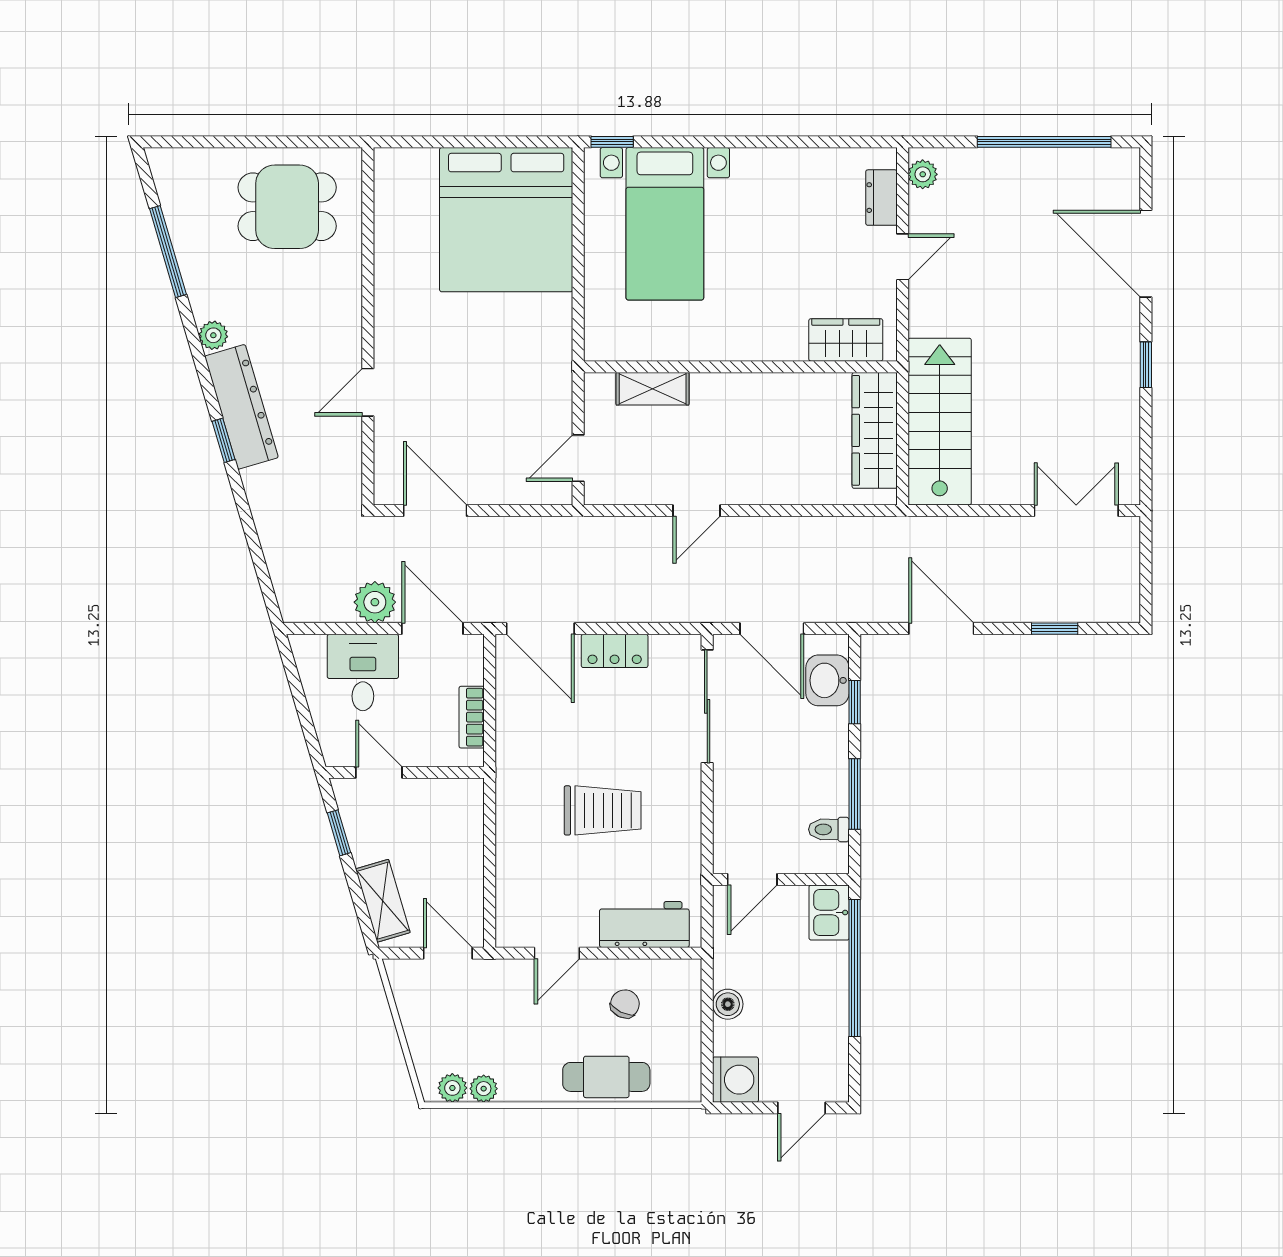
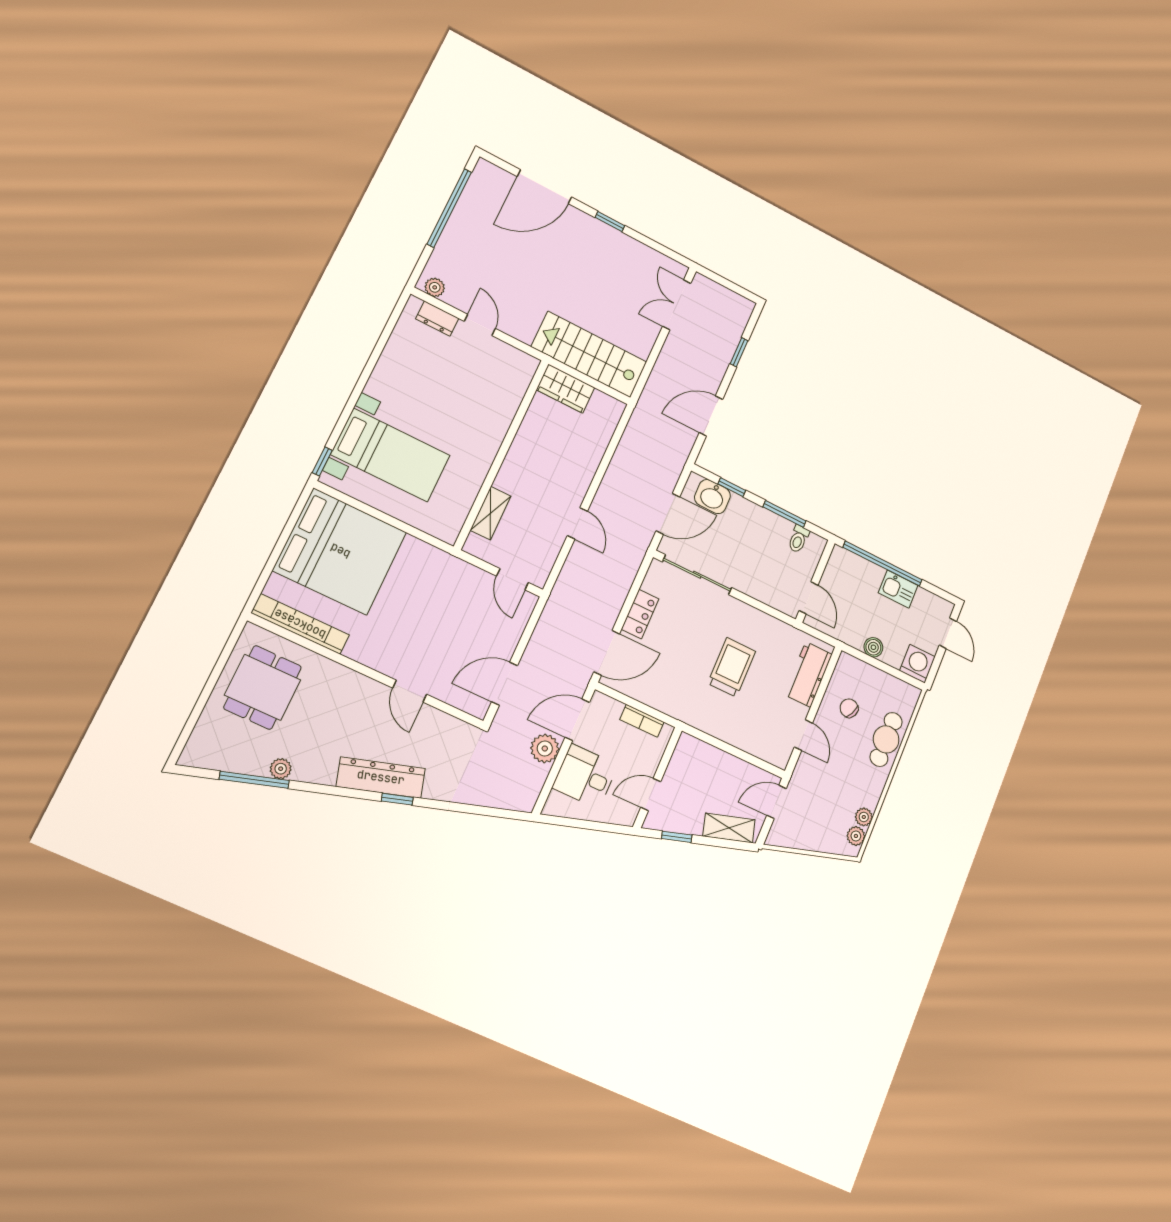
bookcase: (389, 215) -> (300, 624), added
plant: (213, 335) -> (281, 769), moved
wardrobe: (846, 340) -> (515, 384), removed
wardrobe: (875, 430) -> (566, 389), width x0.67
kitchen sink: (829, 913) -> (898, 589), moved

